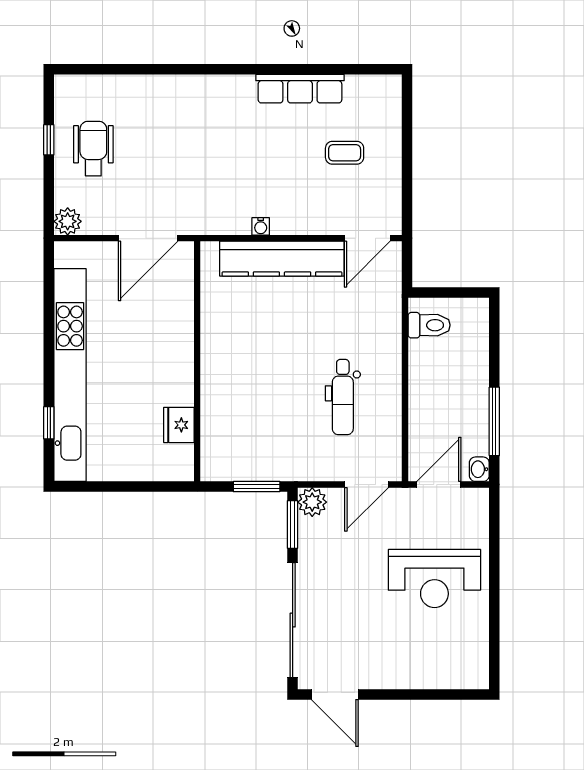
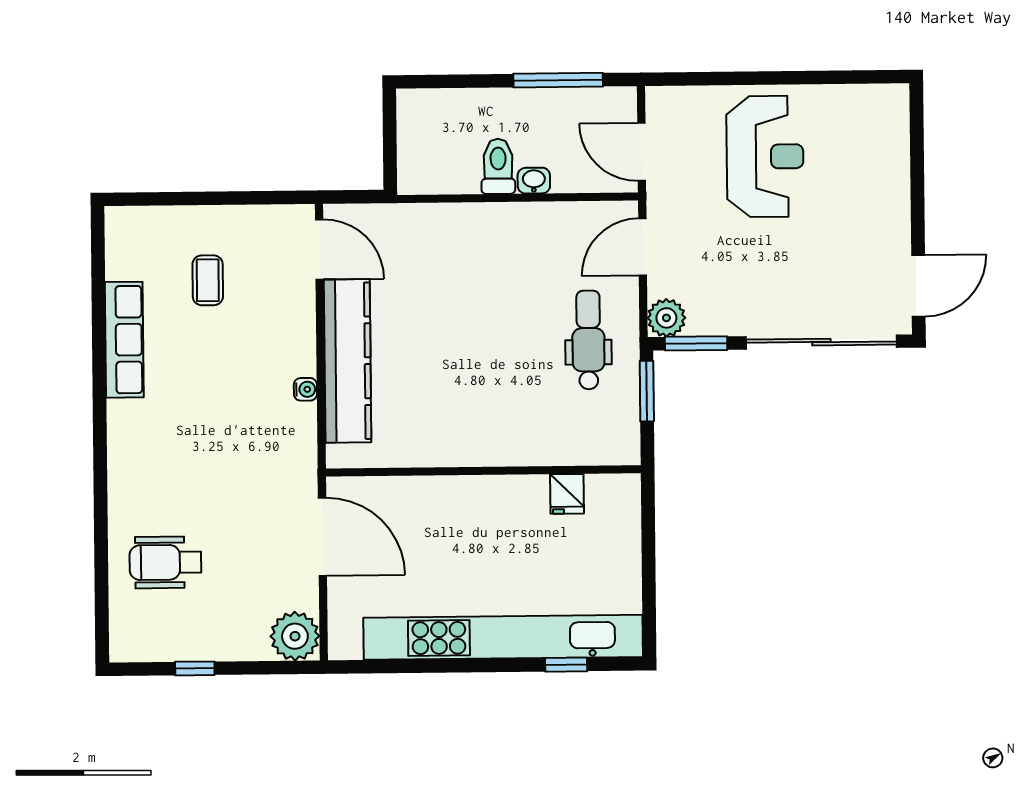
wheelchair: (93, 149) -> (165, 562), moved
plant: (68, 221) -> (295, 636), width x1.36, depth x1.36
toilet: (429, 325) -> (498, 166), moved
dental chair: (343, 397) -> (588, 340), moved, turned -90
fridge: (179, 425) -> (567, 494), width x0.72
washbasin: (479, 469) -> (534, 181), moved, turned 180
door: (367, 484) -> (643, 247), swing flipped

